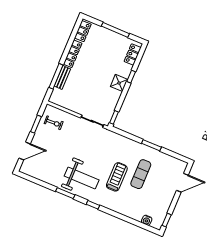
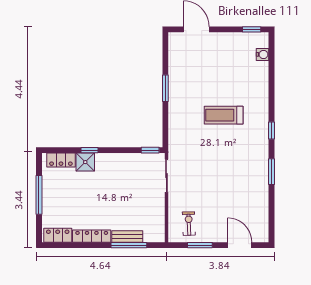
shower: (119, 83) -> (85, 162), moved
exercise mat: (141, 174) -> (207, 86), removed
weight bench: (82, 178) -> (244, 159), removed

